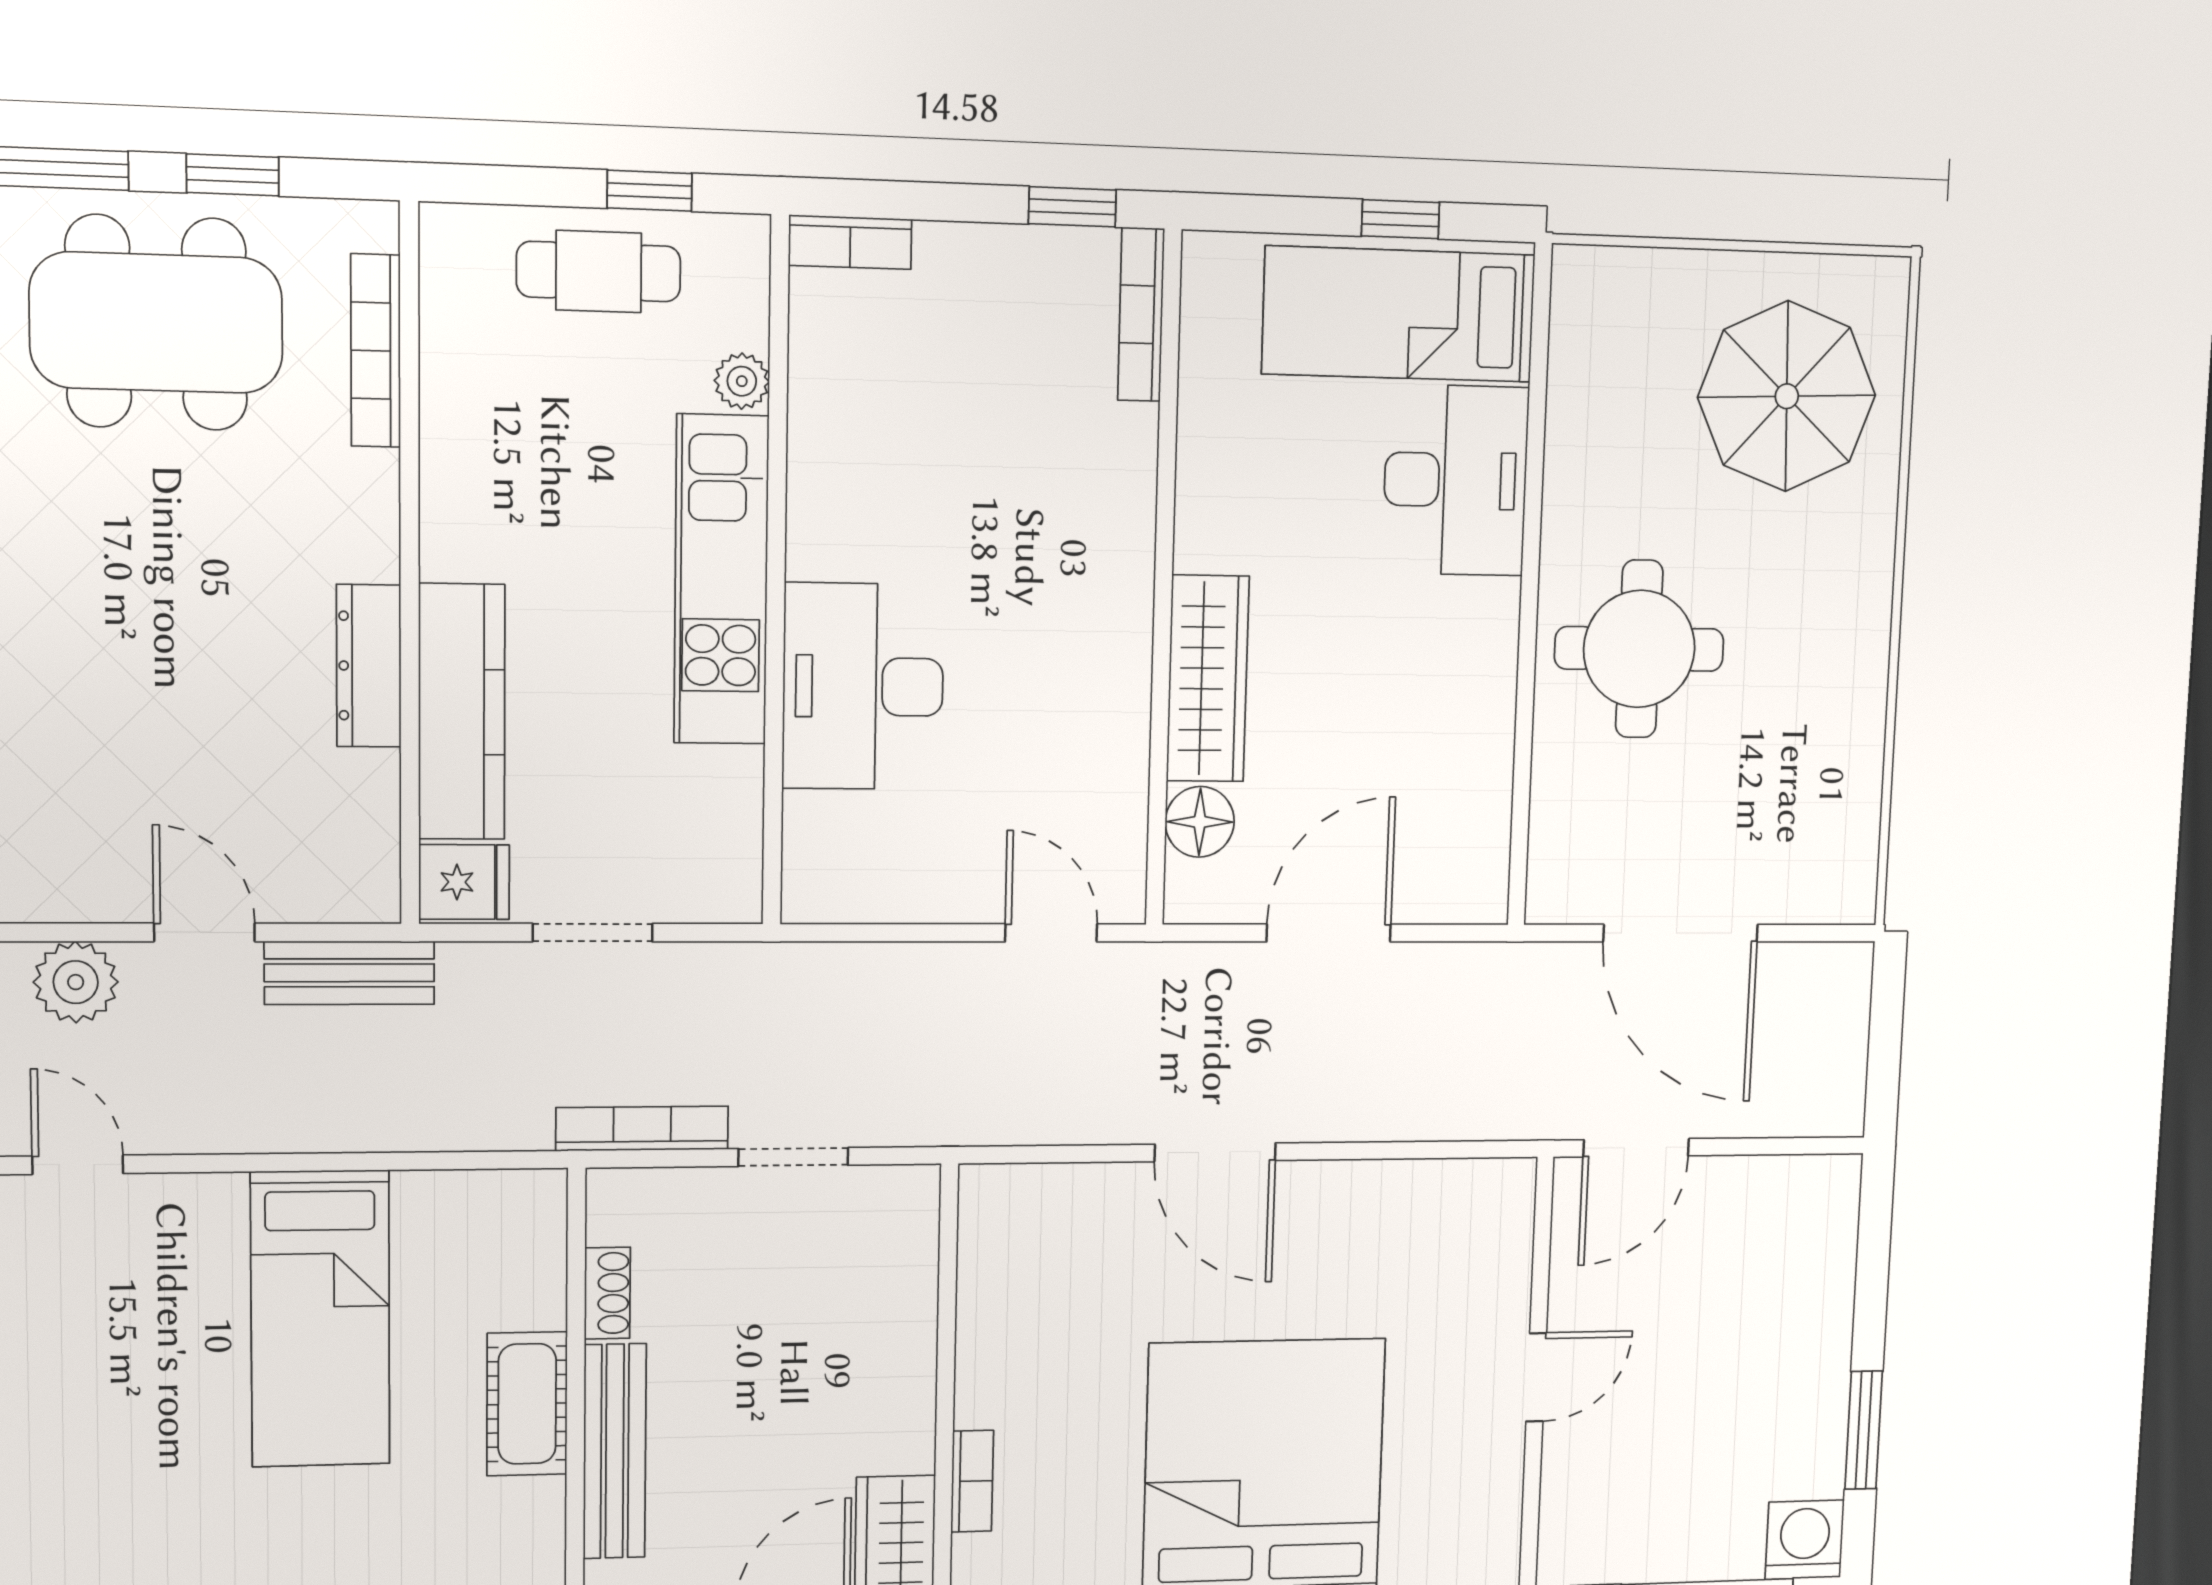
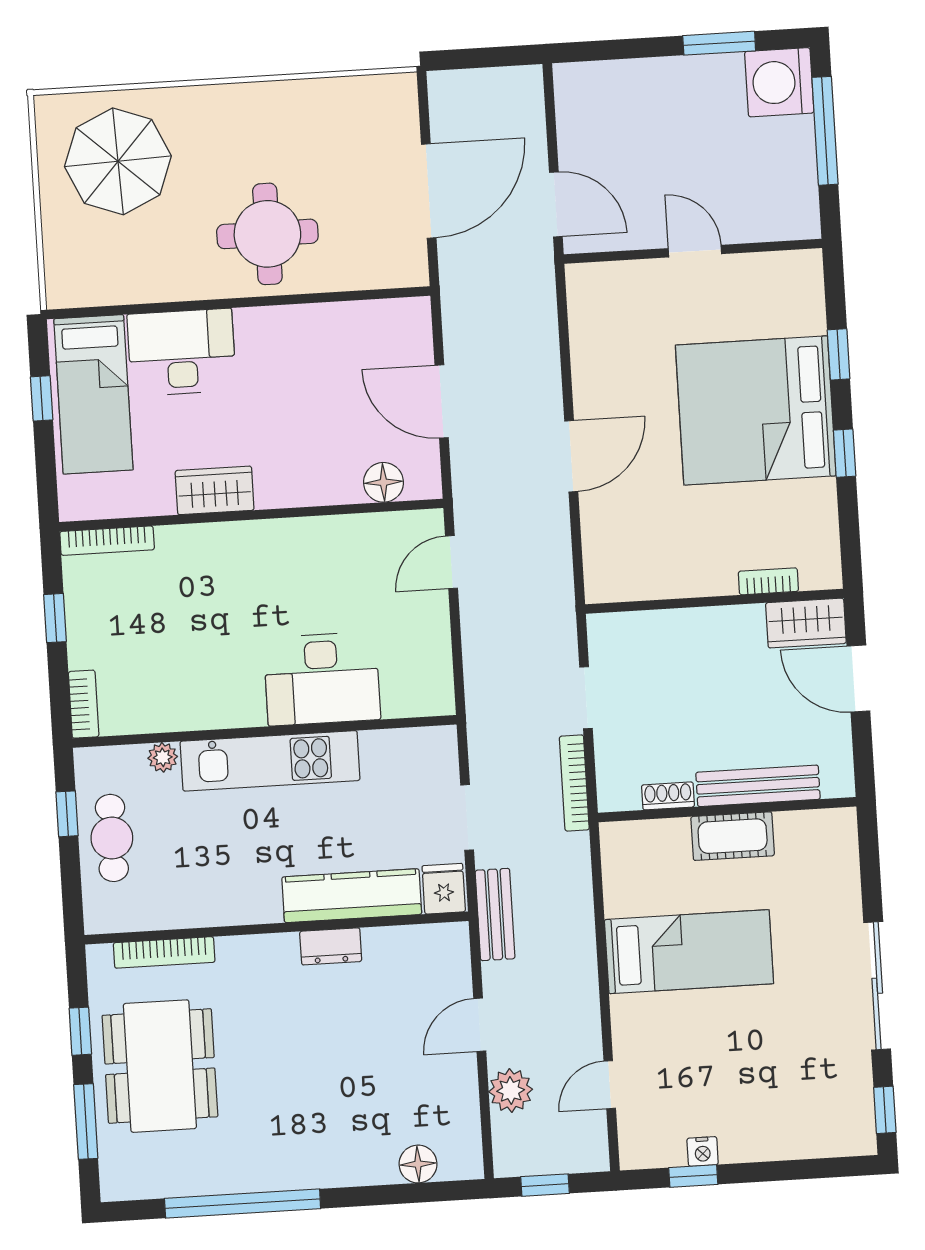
window: (1072, 207) -> (55, 618), moved
dresser: (369, 666) -> (331, 946), width x0.70
wardrobe: (1208, 679) -> (215, 490), moved, width x0.67
bench: (350, 973) -> (495, 914), moved
washing machine: (1805, 1540) -> (779, 82), width x1.37, depth x1.37

